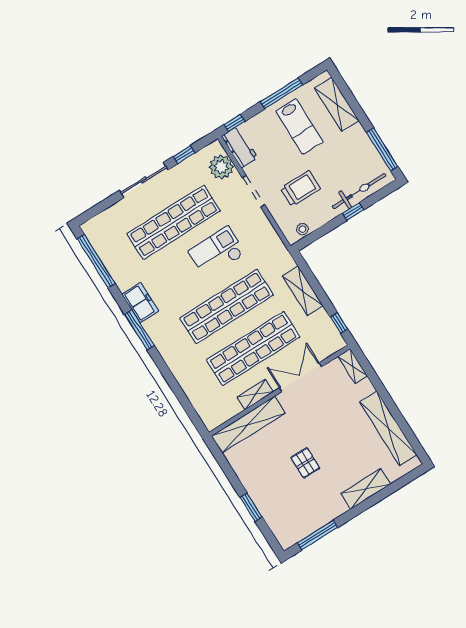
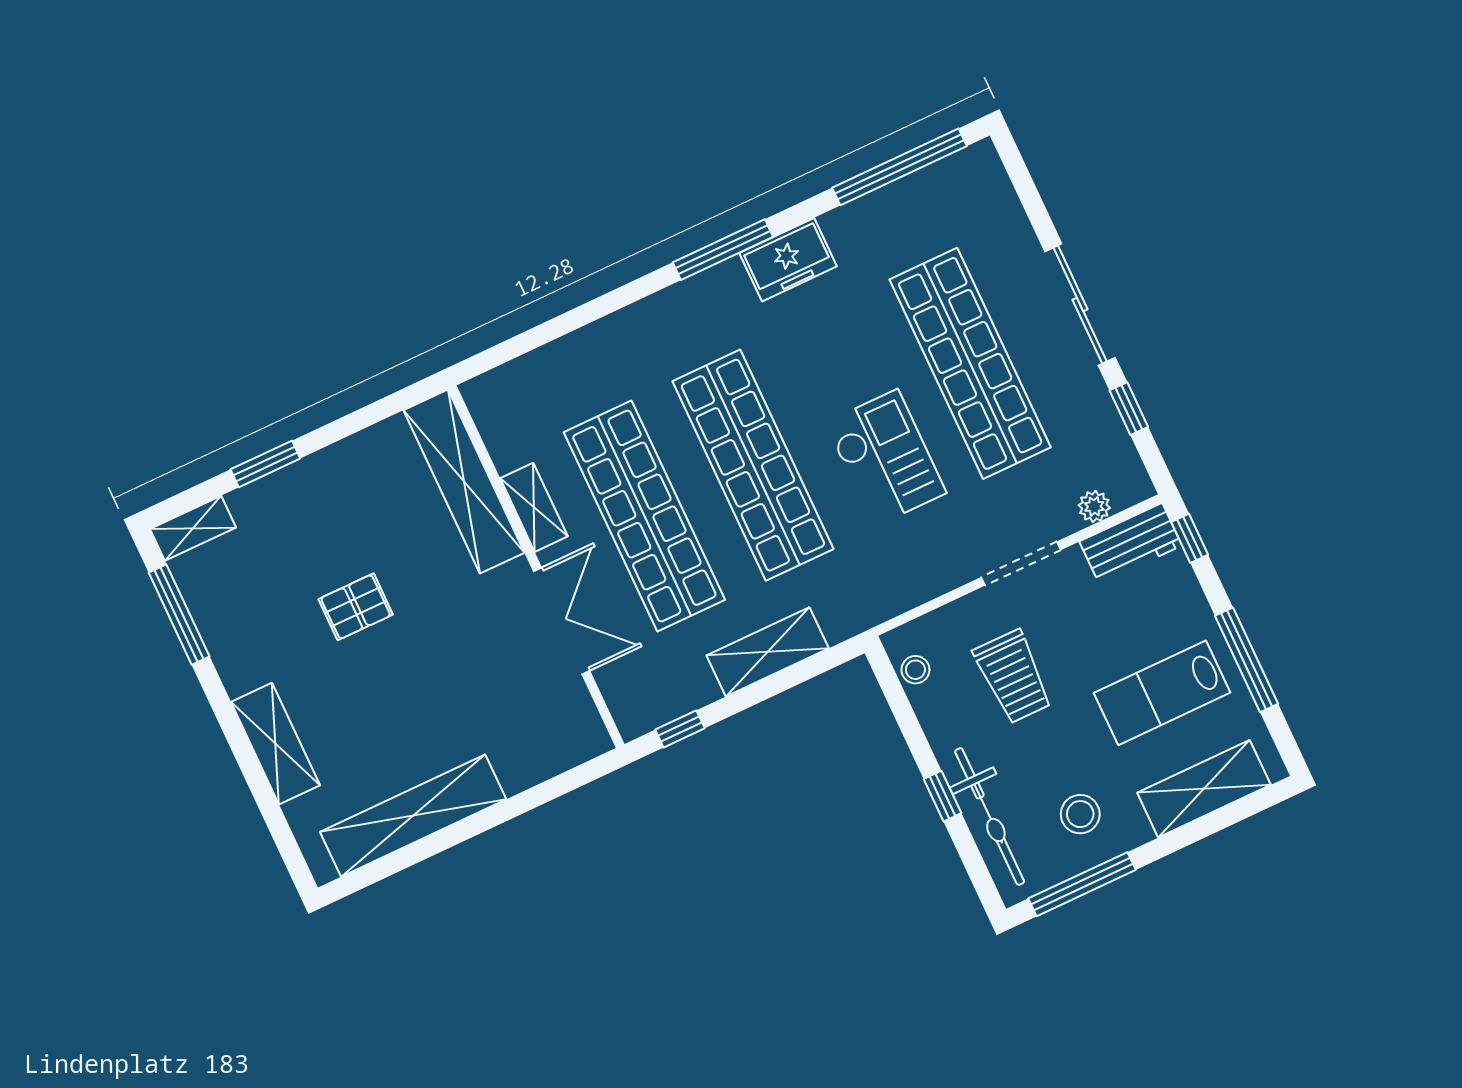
stool: (353, 154) -> (1080, 814), added
plant: (221, 167) -> (1094, 506), width x0.53, depth x0.53
shelving: (353, 366) -> (193, 528), moved

